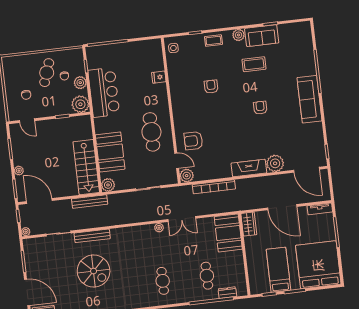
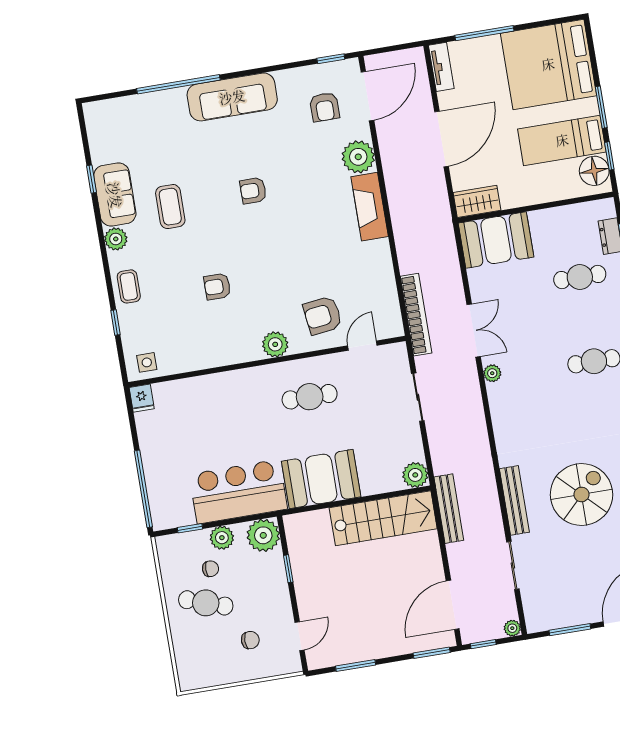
fridge: (159, 77) -> (142, 398), moved
cafe table: (151, 132) -> (310, 397), width x0.73, depth x0.74
armchair: (193, 141) -> (323, 315), turned 83
armchair: (302, 147) -> (325, 107), added
booth: (110, 152) -> (321, 479), moved
plant: (19, 171) -> (396, 647), removed
plant: (187, 176) -> (275, 344), moved
bookcase: (214, 187) -> (416, 315), moved
floor lamp: (262, 286) -> (594, 171), added

